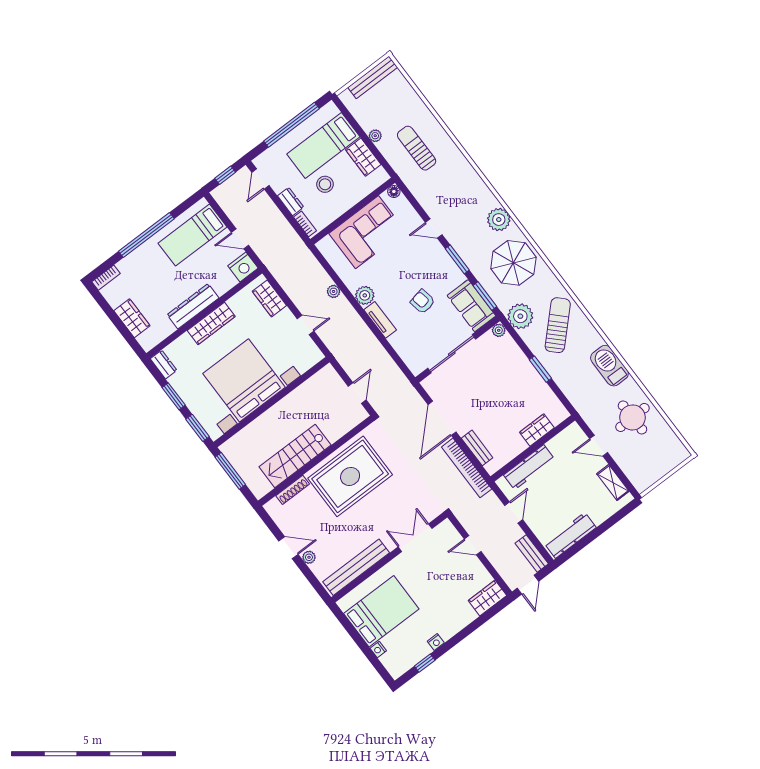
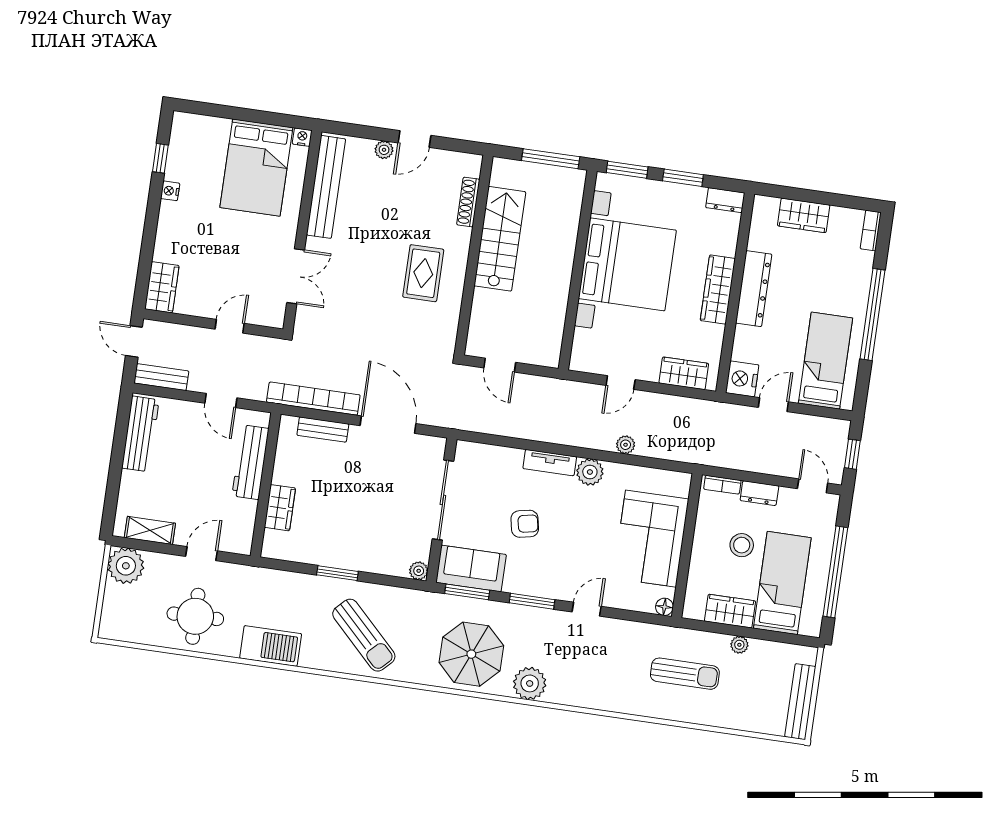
plant: (520, 316) -> (126, 566), moved
rug: (350, 476) -> (423, 273), width x0.54, depth x0.49
nightstand: (378, 650) -> (302, 137), moved

